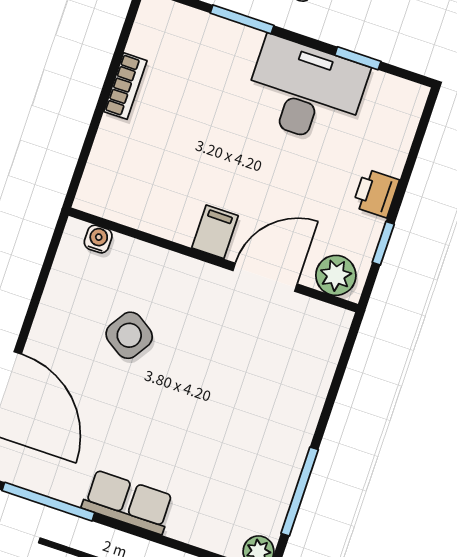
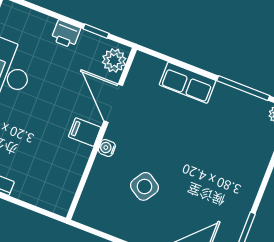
water cooler: (98, 239) -> (107, 148), moved
row of seats: (128, 502) -> (188, 83), moved, turned -90

